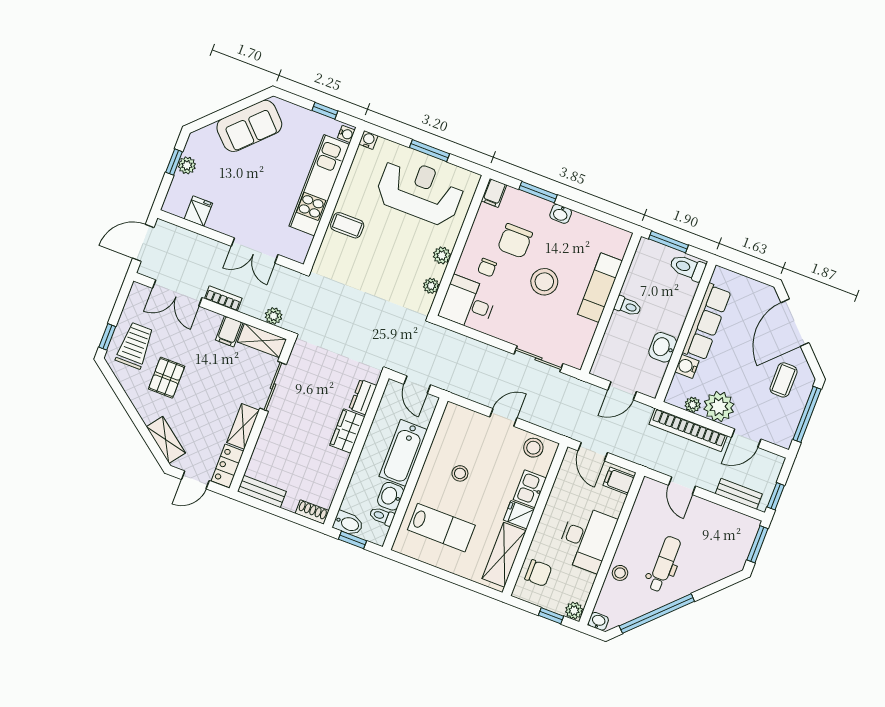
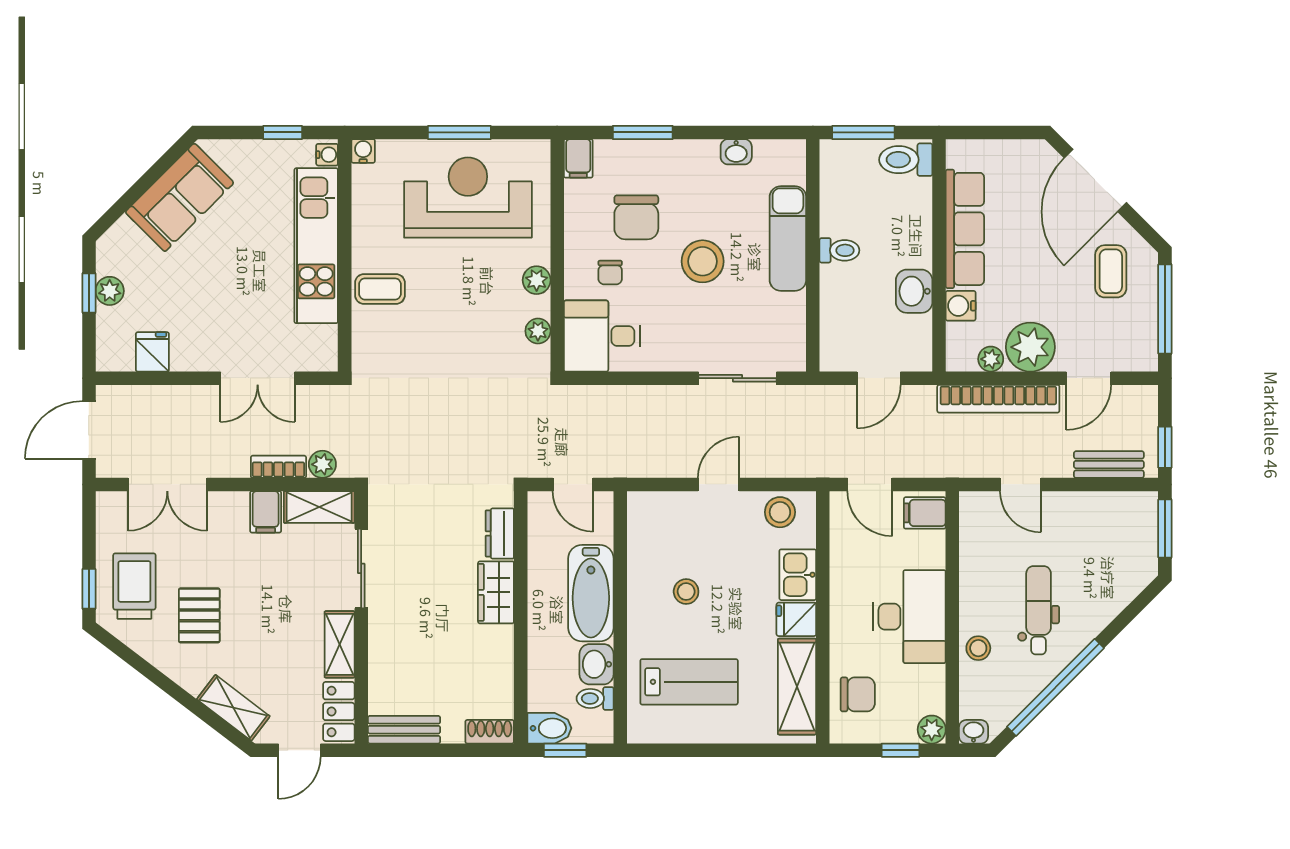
washbasin: (561, 214) -> (736, 152), moved
bookcase: (223, 298) -> (278, 467), moved

